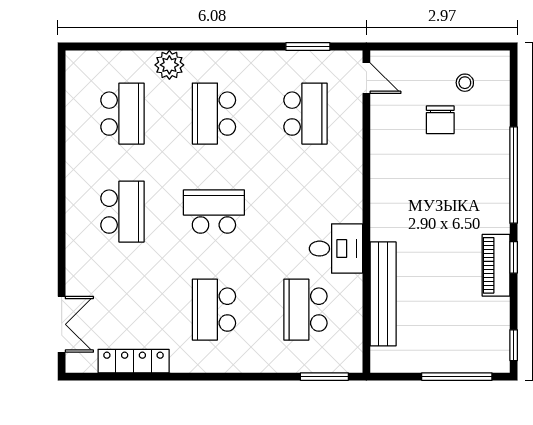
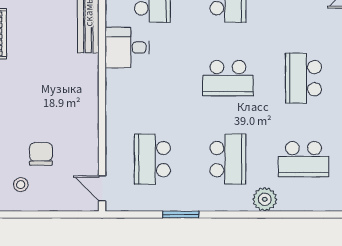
window: (308, 47) -> (181, 214), moved
school desk: (122, 114) -> (303, 159), turned -90

